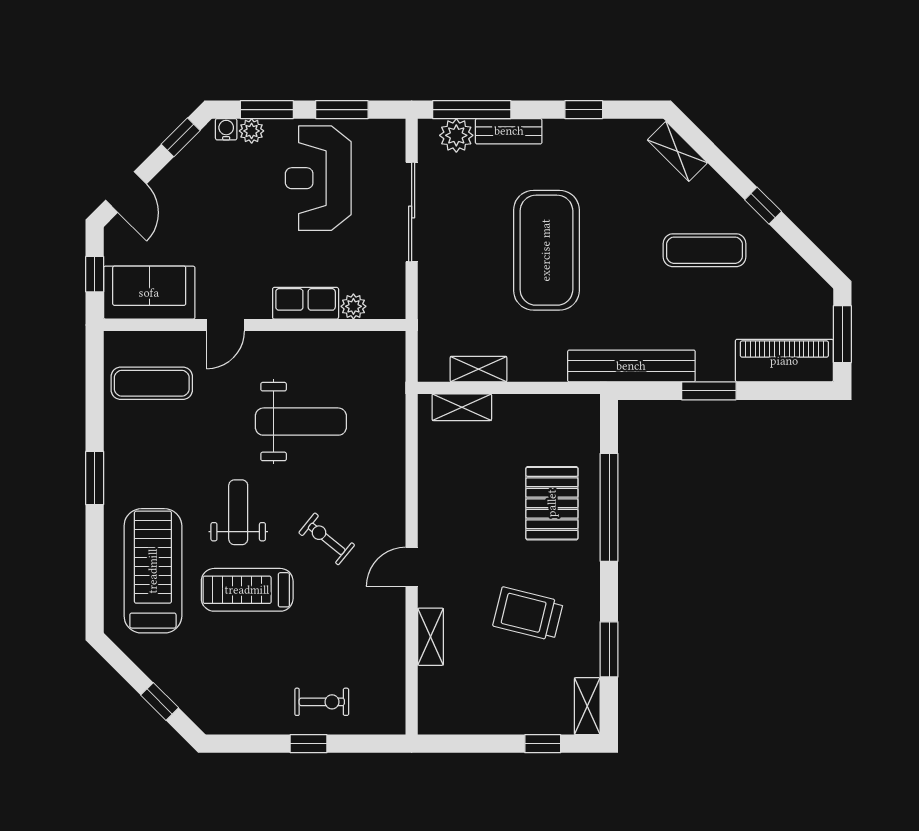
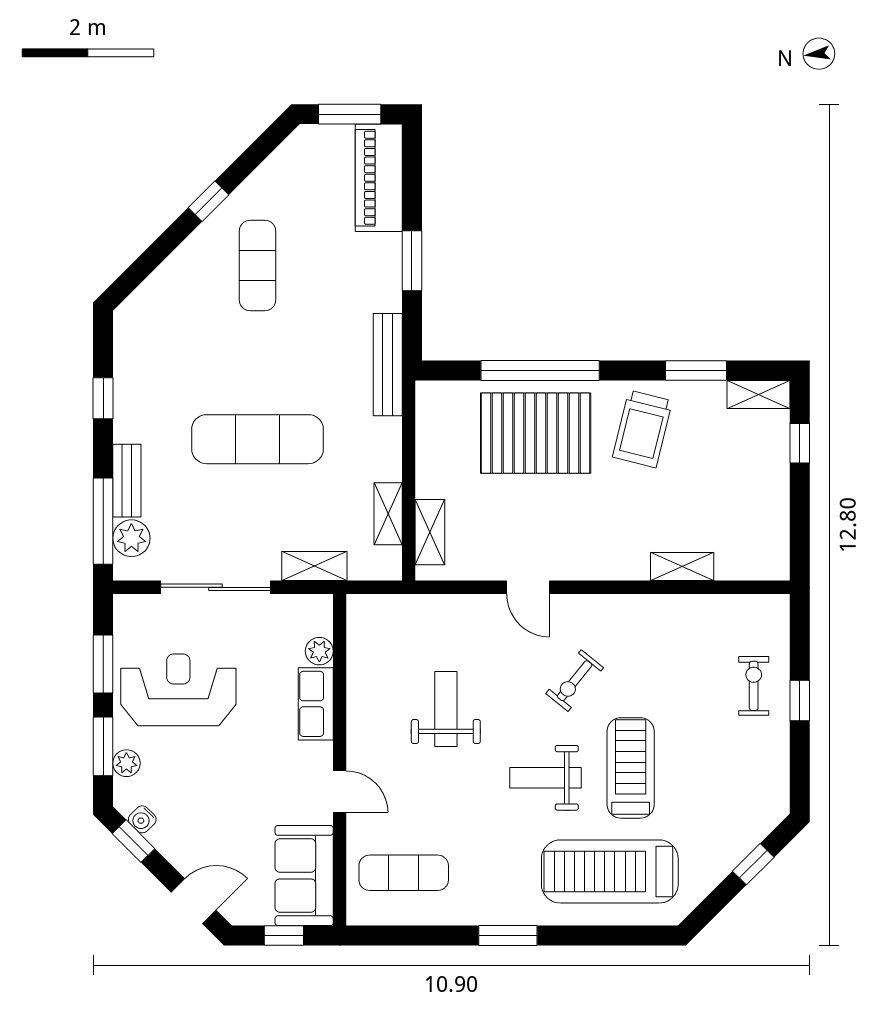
water cooler: (226, 129) -> (142, 819), moved, turned -45
shelving: (677, 151) -> (314, 566), moved, turned 45
reception desk: (318, 178) -> (178, 690), turned 180
exercise mat: (546, 250) -> (258, 439), width x0.68
bench: (631, 366) -> (388, 365), width x0.73, depth x0.82
exercise mat: (152, 383) -> (404, 873), turned 90
weight bench: (301, 422) -> (446, 709), width x0.73, depth x0.75
pallet: (552, 503) -> (536, 433), width x1.37, depth x1.41
door: (412, 567) -> (528, 587), moved
treadmill: (247, 590) -> (631, 768), turned 180
trolley: (528, 614) -> (642, 429), moved

